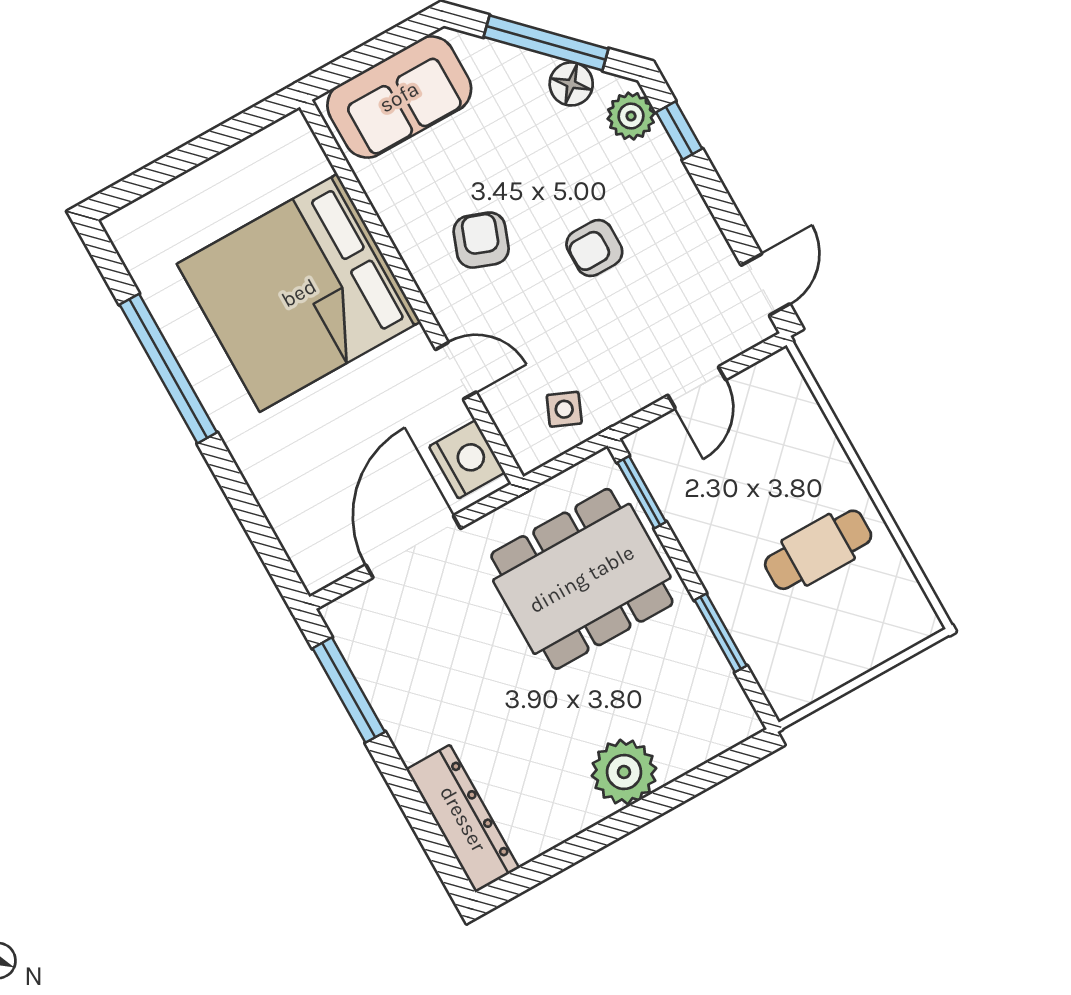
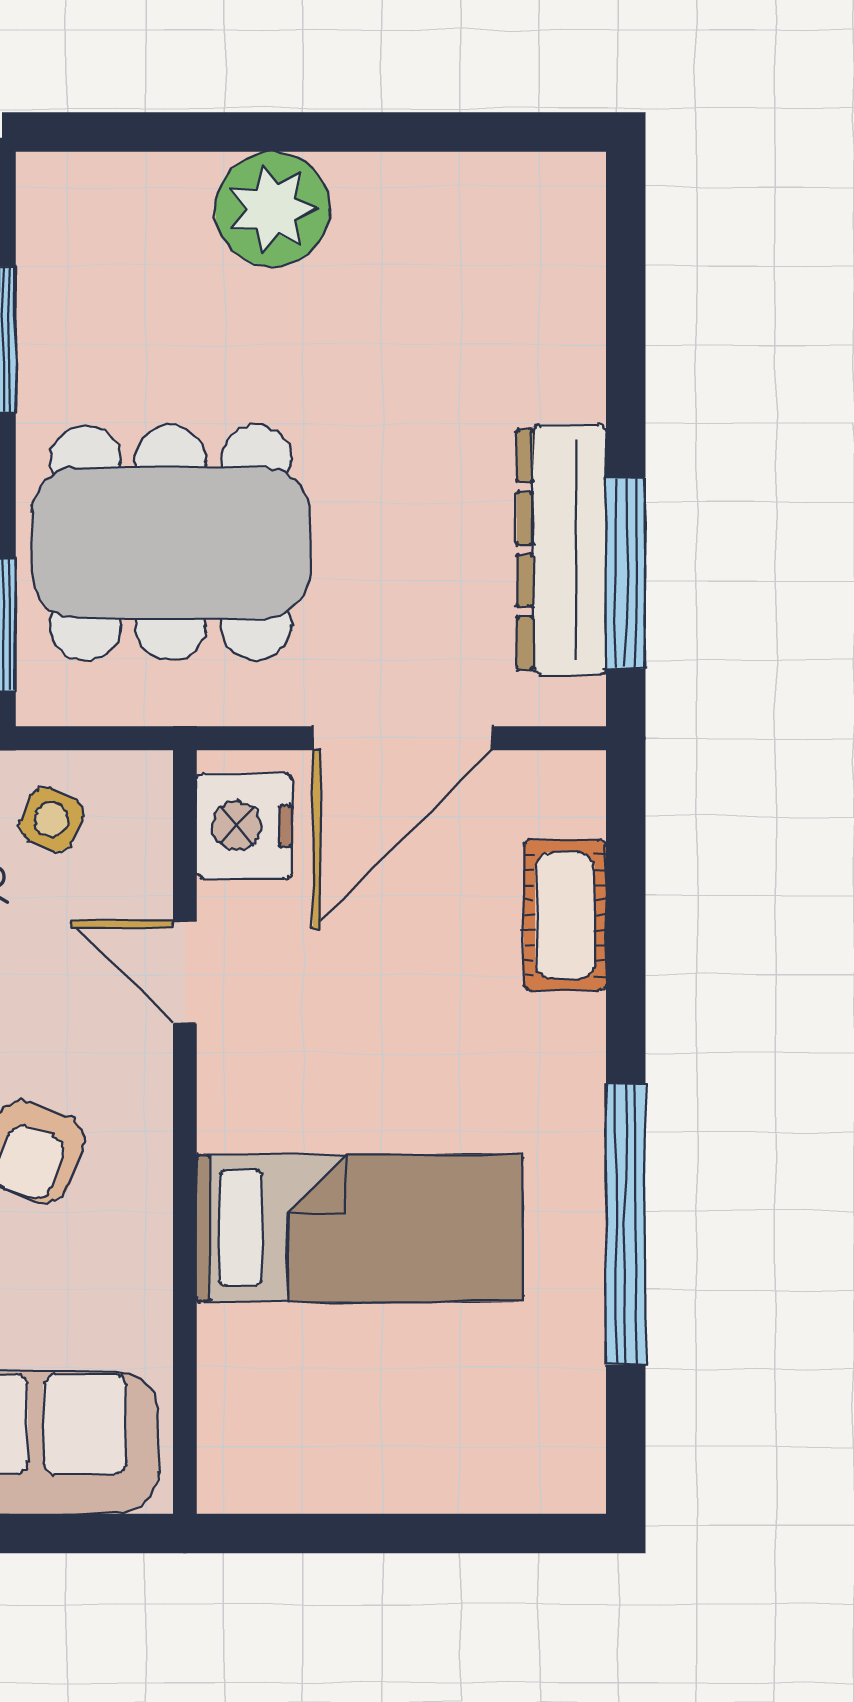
bed: (299, 293) -> (360, 1228), width x0.49
cot: (284, 504) -> (565, 915), added
dresser: (463, 819) -> (561, 549), moved

